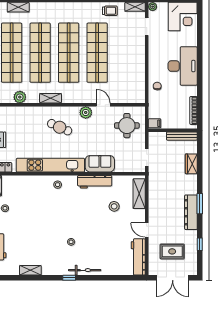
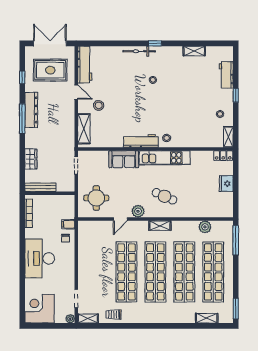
shelving: (51, 98) -> (160, 226), moved
door: (103, 105) -> (120, 219), hinge flipped
filing cabinet: (154, 123) -> (68, 224), moved
kitchen unit: (50, 165) -> (165, 158), width x0.73
workbench: (95, 182) -> (141, 141), moved
window: (200, 204) -> (22, 119), width x1.44
stool: (114, 206) -> (99, 105), moved
rug: (172, 251) -> (50, 70), width x1.36, depth x1.43

